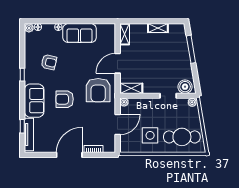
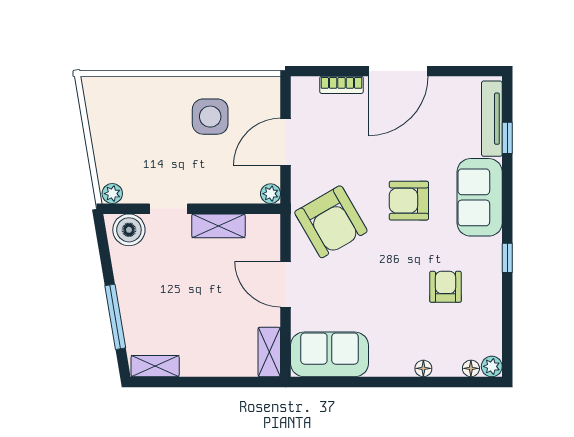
shelving: (158, 28) -> (155, 366), moved
sofa: (80, 33) -> (329, 354), moved
armchair: (49, 62) -> (445, 287), turned 77
door: (118, 63) -> (286, 284), swing flipped
shelving: (131, 88) -> (218, 226), moved
armchair: (98, 90) -> (331, 222), turned 150
armchair: (65, 99) -> (409, 201), turned 180
cafe table: (182, 137) -> (136, 113), removed

